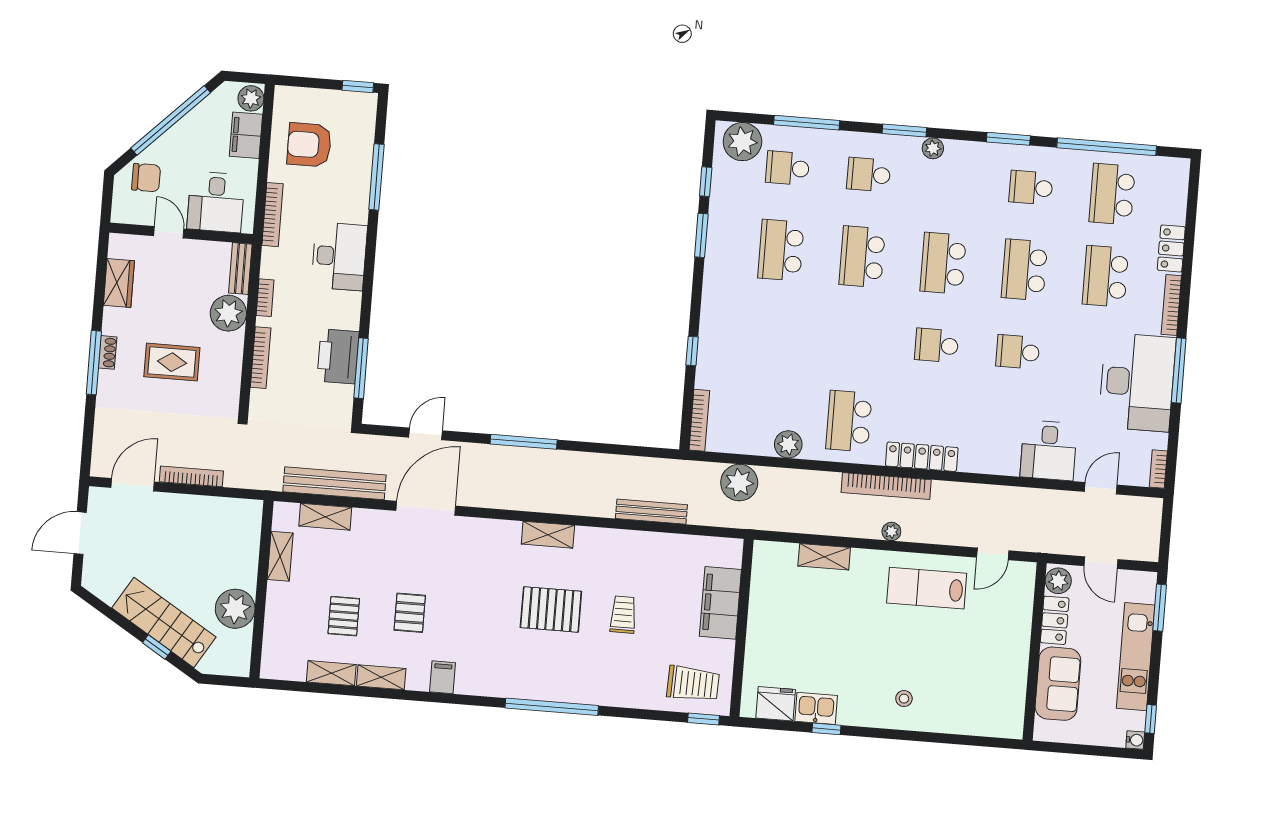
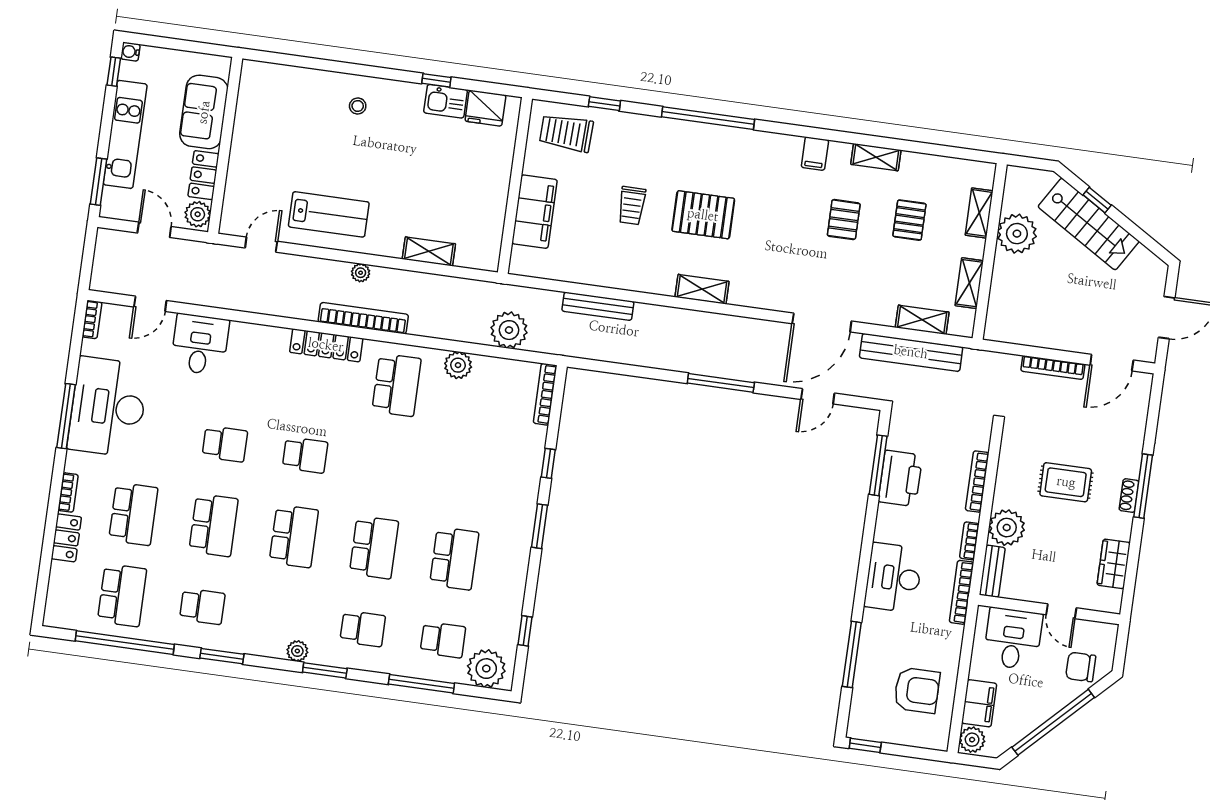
bookcase: (273, 215) -> (962, 592), moved
window: (701, 235) -> (540, 526), moved
bookcase: (1171, 305) -> (68, 492), width x0.64
shelving: (331, 673) -> (979, 213), moved, turned 90
window: (703, 719) -> (604, 104), moved

